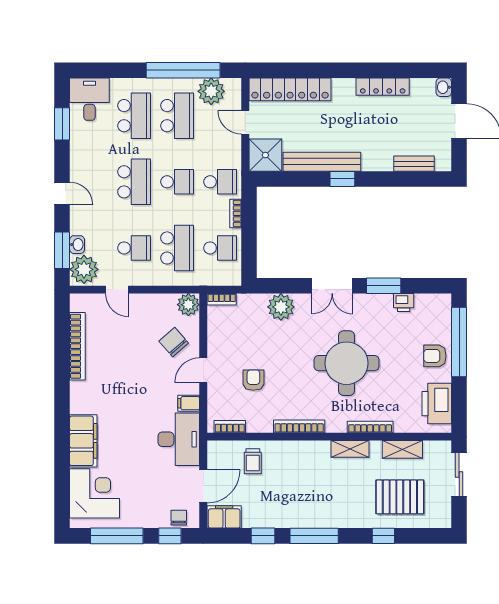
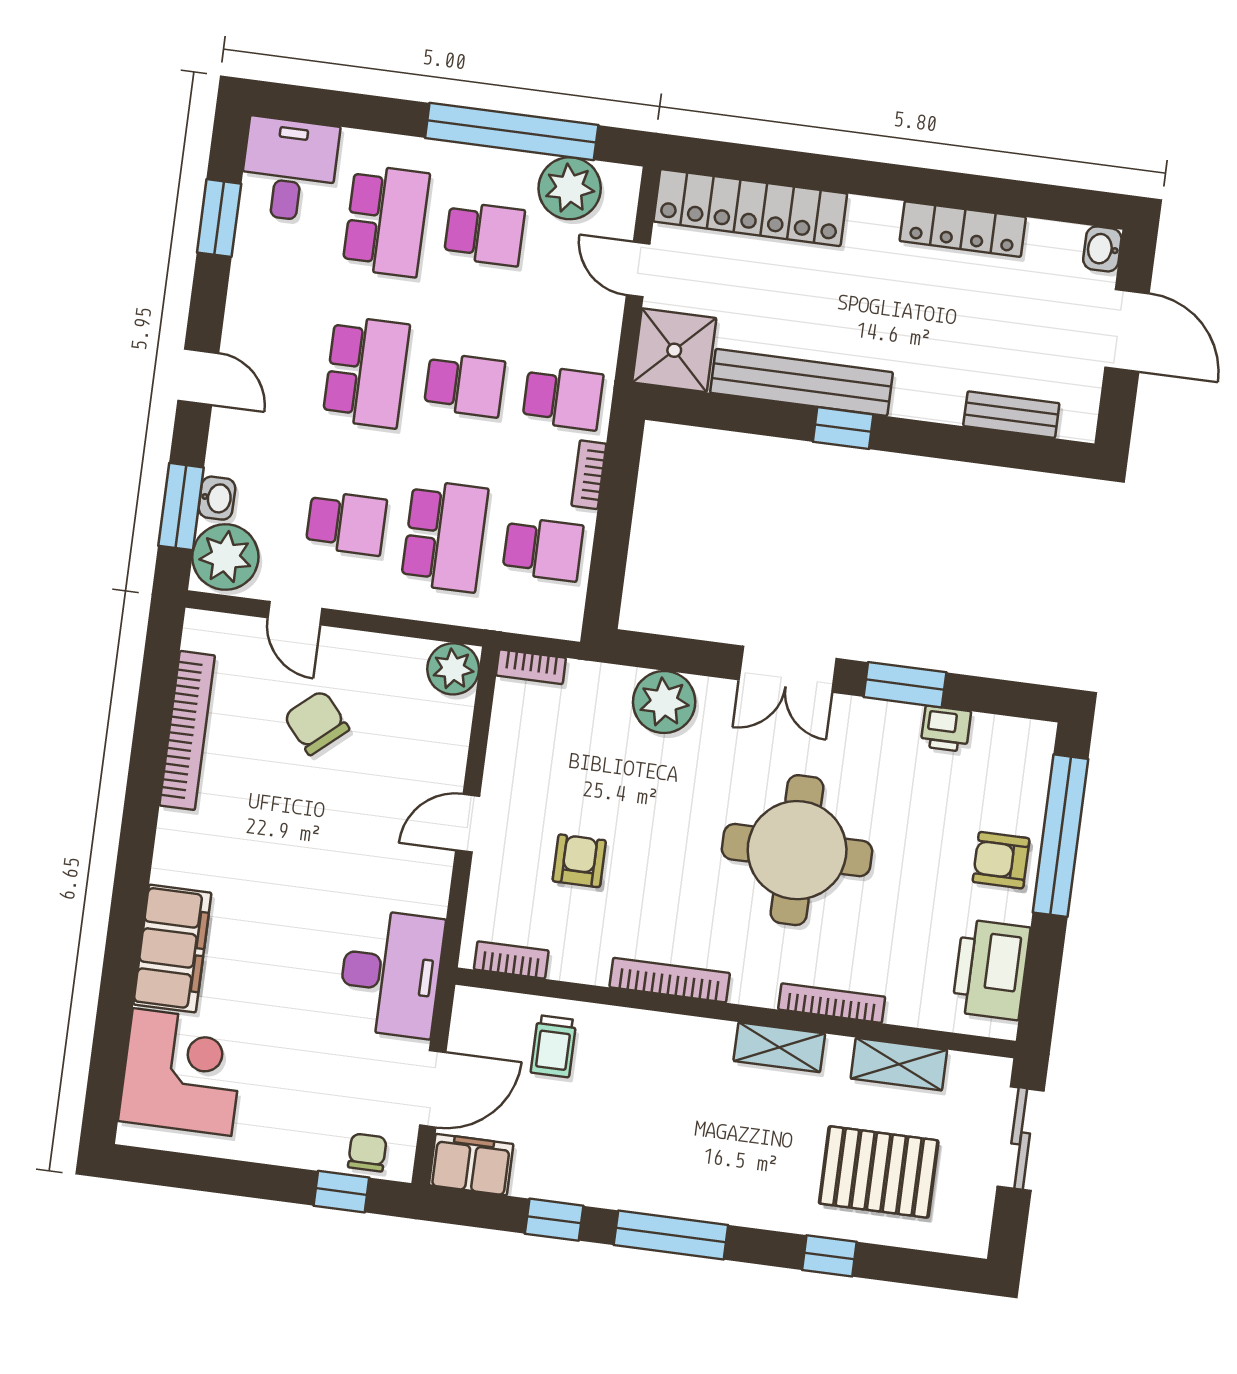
school desk: (177, 116) -> (484, 234), width x0.54
chair: (174, 342) -> (316, 723), moved
filing cabinet: (189, 403) -> (424, 894), removed
window: (117, 536) -> (220, 1176), removed

